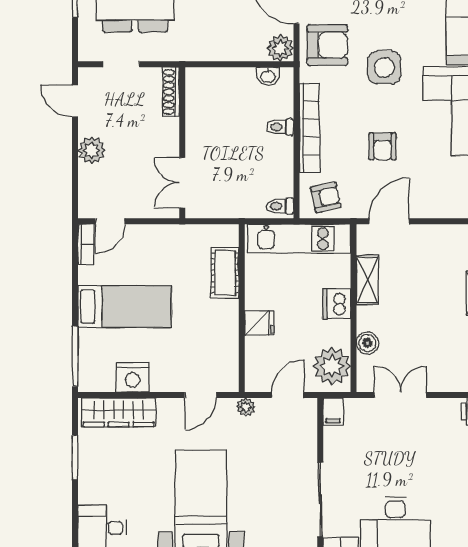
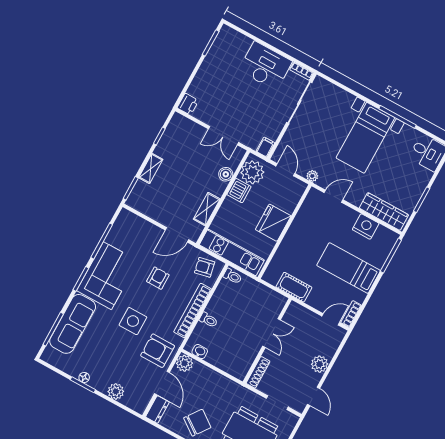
double door: (182, 183) -> (272, 333), moved
cot: (225, 273) -> (294, 287), moved, turned 90
dishwasher: (337, 304) -> (239, 191), moved
fridge: (259, 323) -> (273, 223), width x1.88, depth x1.34
door: (288, 395) -> (285, 170), swing flipped

